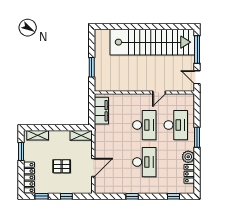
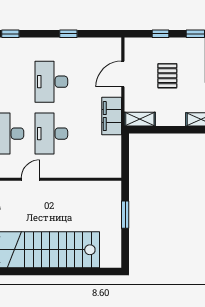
filing cabinet: (101, 111) -> (112, 116), moved
pallet: (62, 166) -> (167, 76), turned 90

